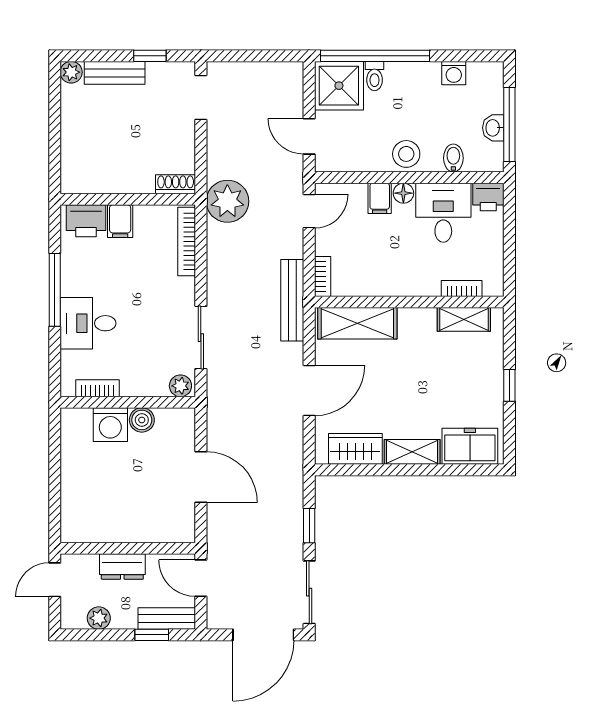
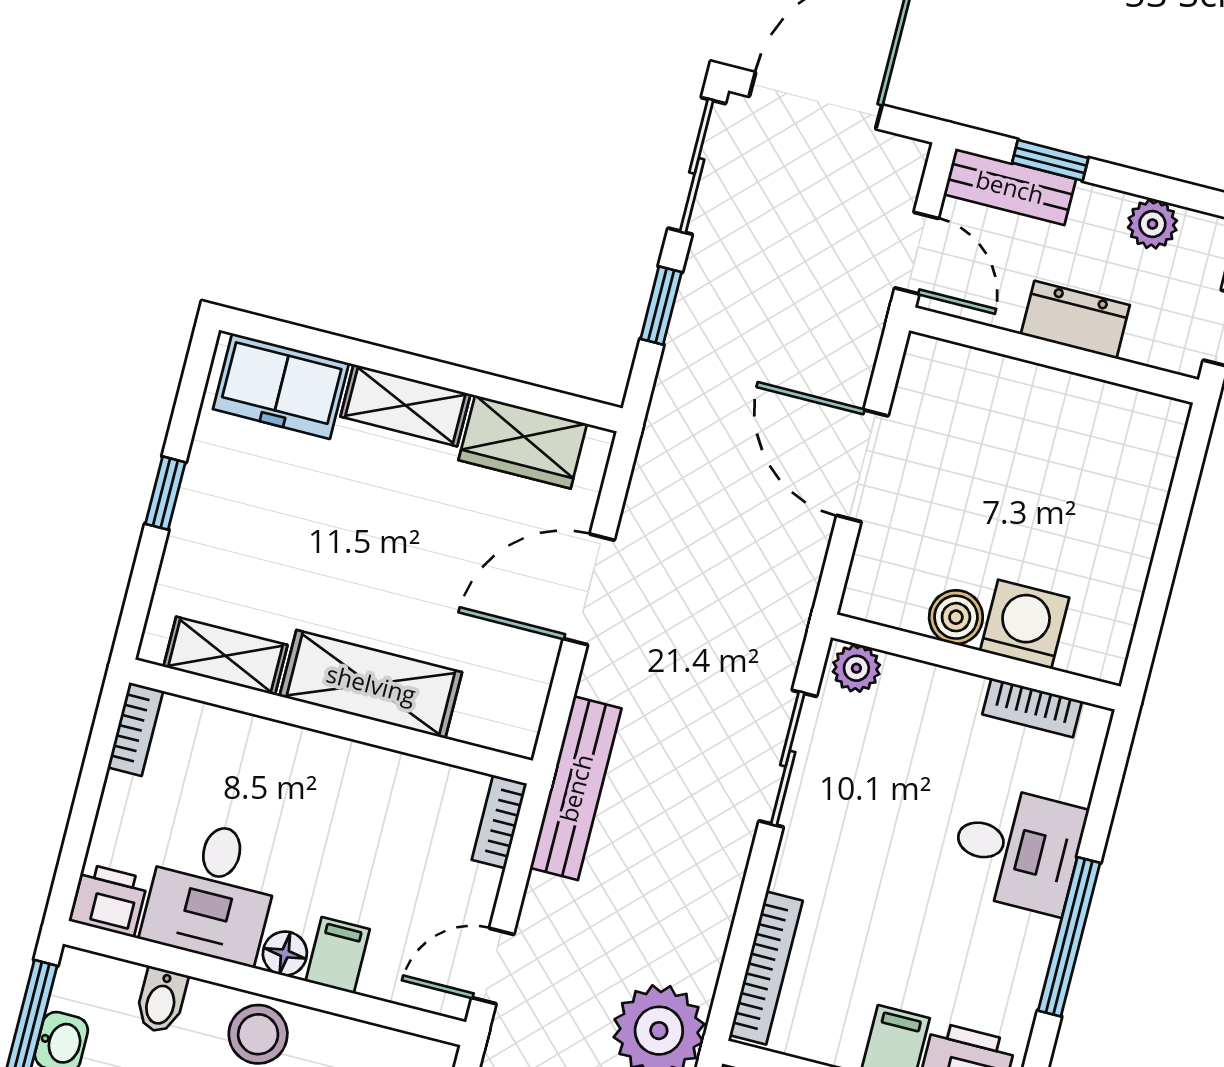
bookcase: (462, 289) -> (135, 729), moved, turned -90
shelving: (357, 323) -> (371, 684), moved

